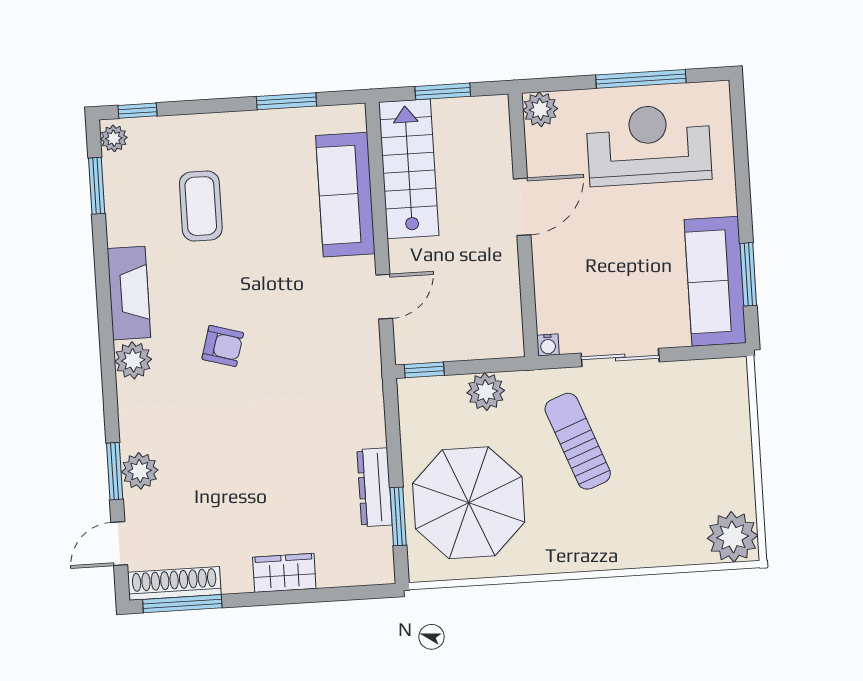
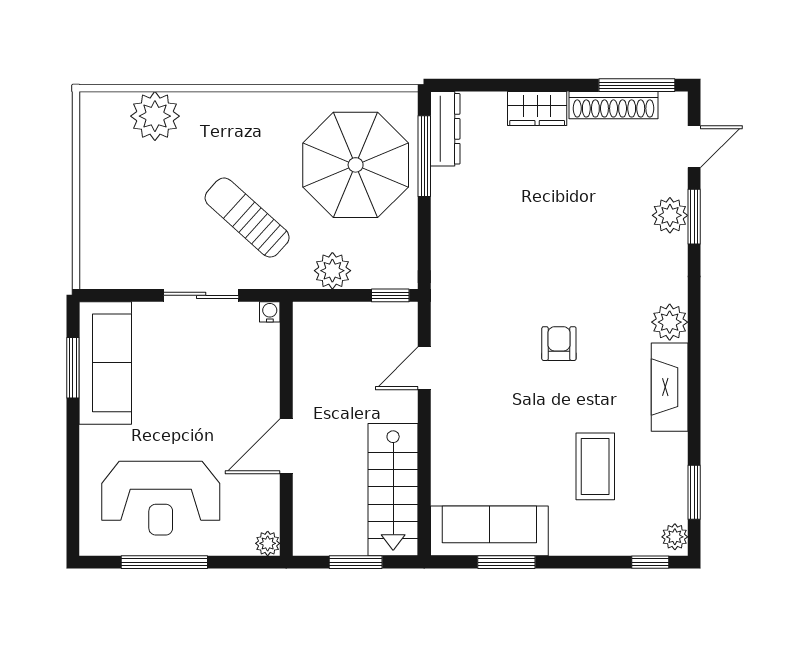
plant: (540, 109) -> (268, 543), width x0.73, depth x0.73
sofa: (345, 195) -> (489, 531), moved, turned -90
armchair: (223, 346) -> (559, 344), moved, turned 74
sun lounger: (578, 441) -> (247, 218), turned 153
dresser: (375, 487) -> (445, 129), moved
window: (398, 516) -> (424, 156), width x1.44
plant: (733, 537) -> (155, 116), moved
shoe rack: (174, 583) -> (614, 105), moved

